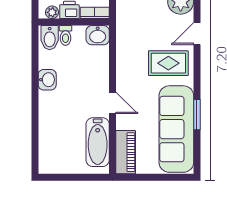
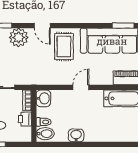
plant: (52, 12) -> (27, 132), removed
door: (113, 103) -> (81, 87), moved
window: (197, 115) -> (123, 26), moved

